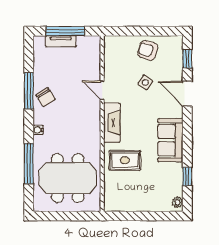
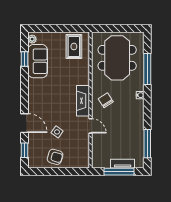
window: (29, 91) -> (147, 144), moved
chair: (46, 97) -> (106, 100), moved
sofa: (170, 140) -> (38, 61), moved
rug: (125, 160) -> (74, 46), moved, turned 90
meeting table: (68, 178) -> (117, 58), turned 90

